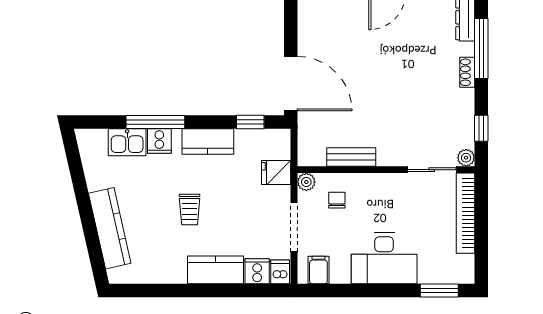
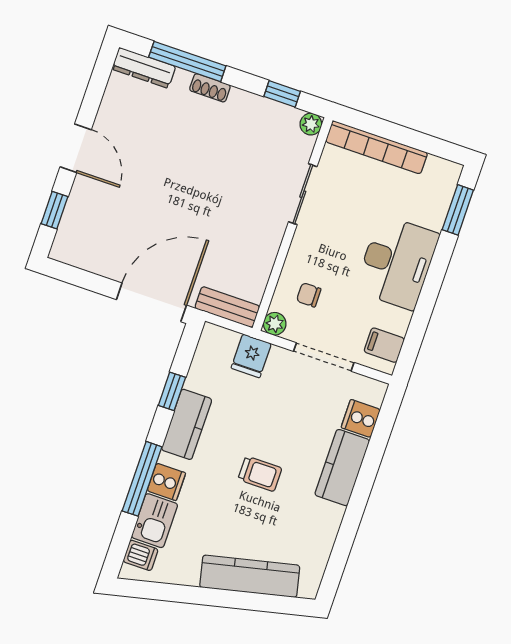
window: (250, 122) -> (172, 391), moved
bench: (351, 157) -> (227, 307), moved, turned 90
sliding door: (432, 170) -> (303, 194), moved
dishwasher: (280, 272) -> (141, 555), moved, turned 180

